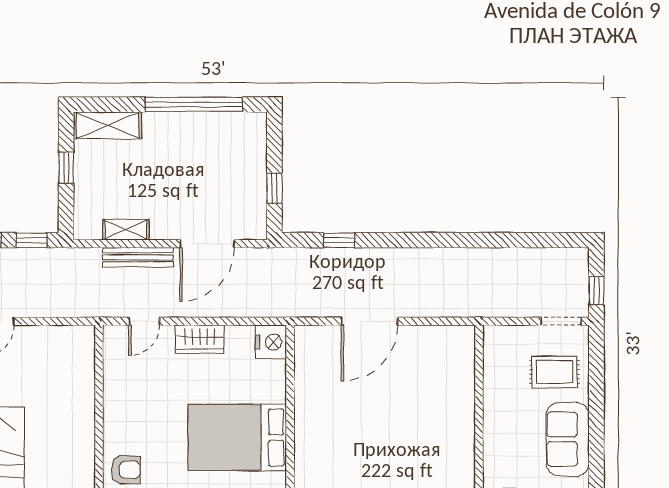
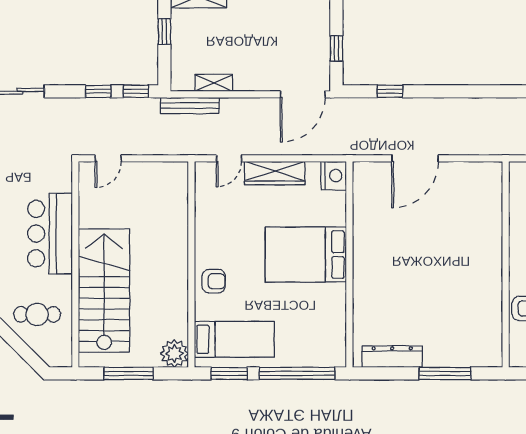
door: (207, 244) -> (303, 94), moved
bench: (138, 257) -> (190, 106), moved
wardrobe: (200, 339) -> (275, 173), width x1.50

